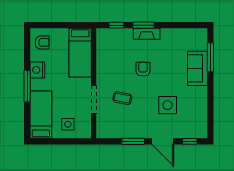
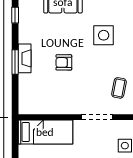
window: (116, 25) -> (15, 15), moved
coffee table: (122, 98) -> (119, 88), moved

